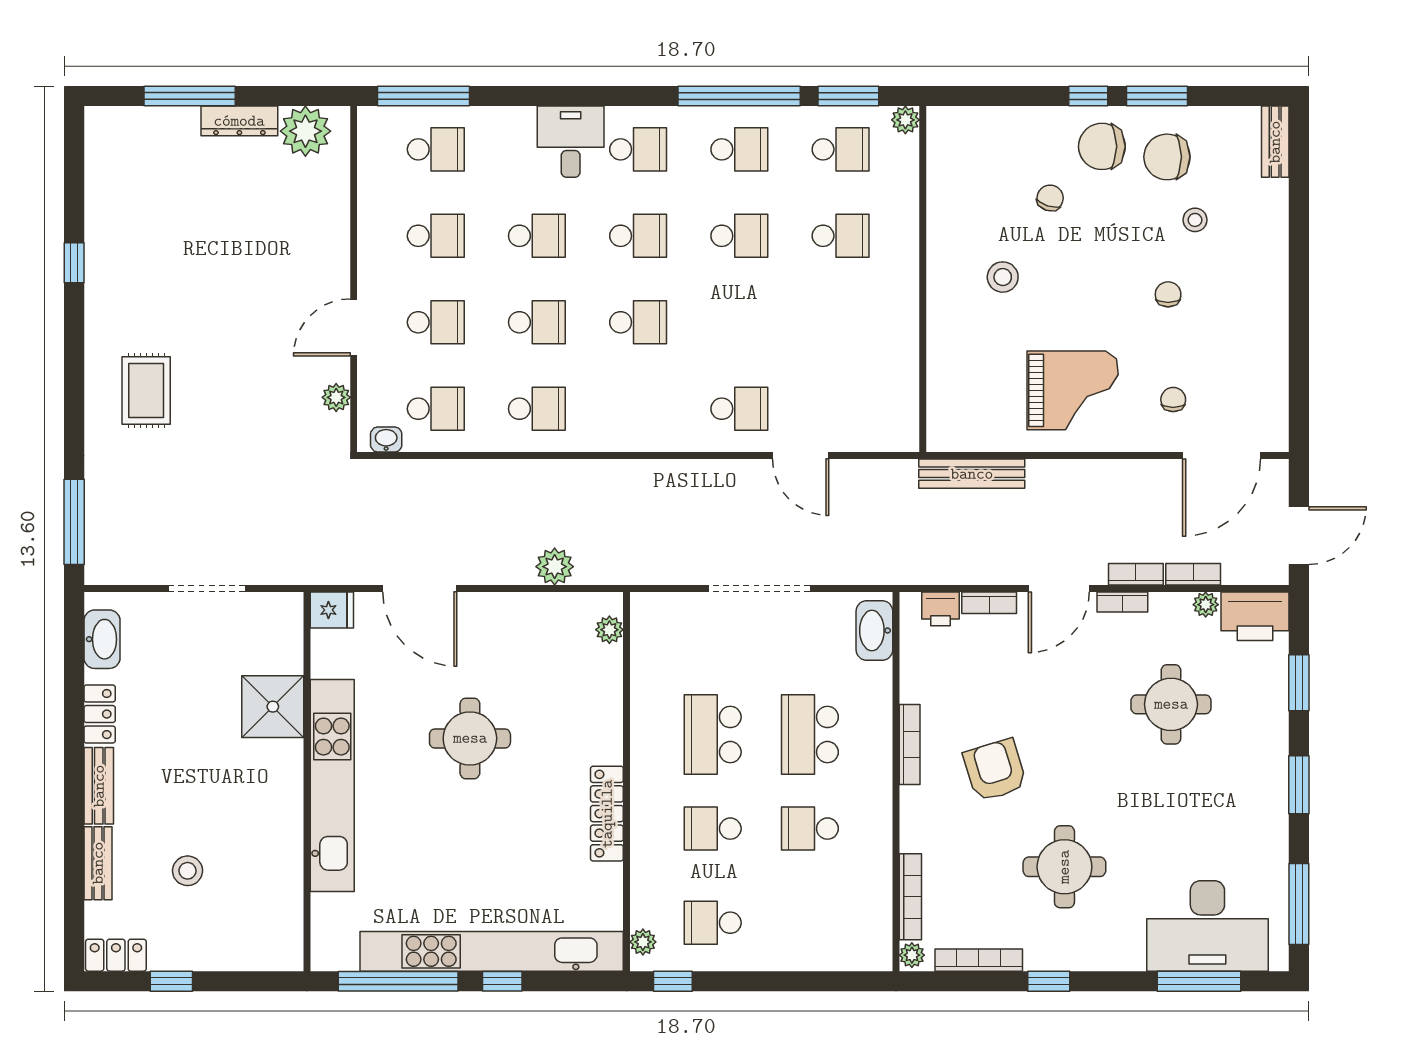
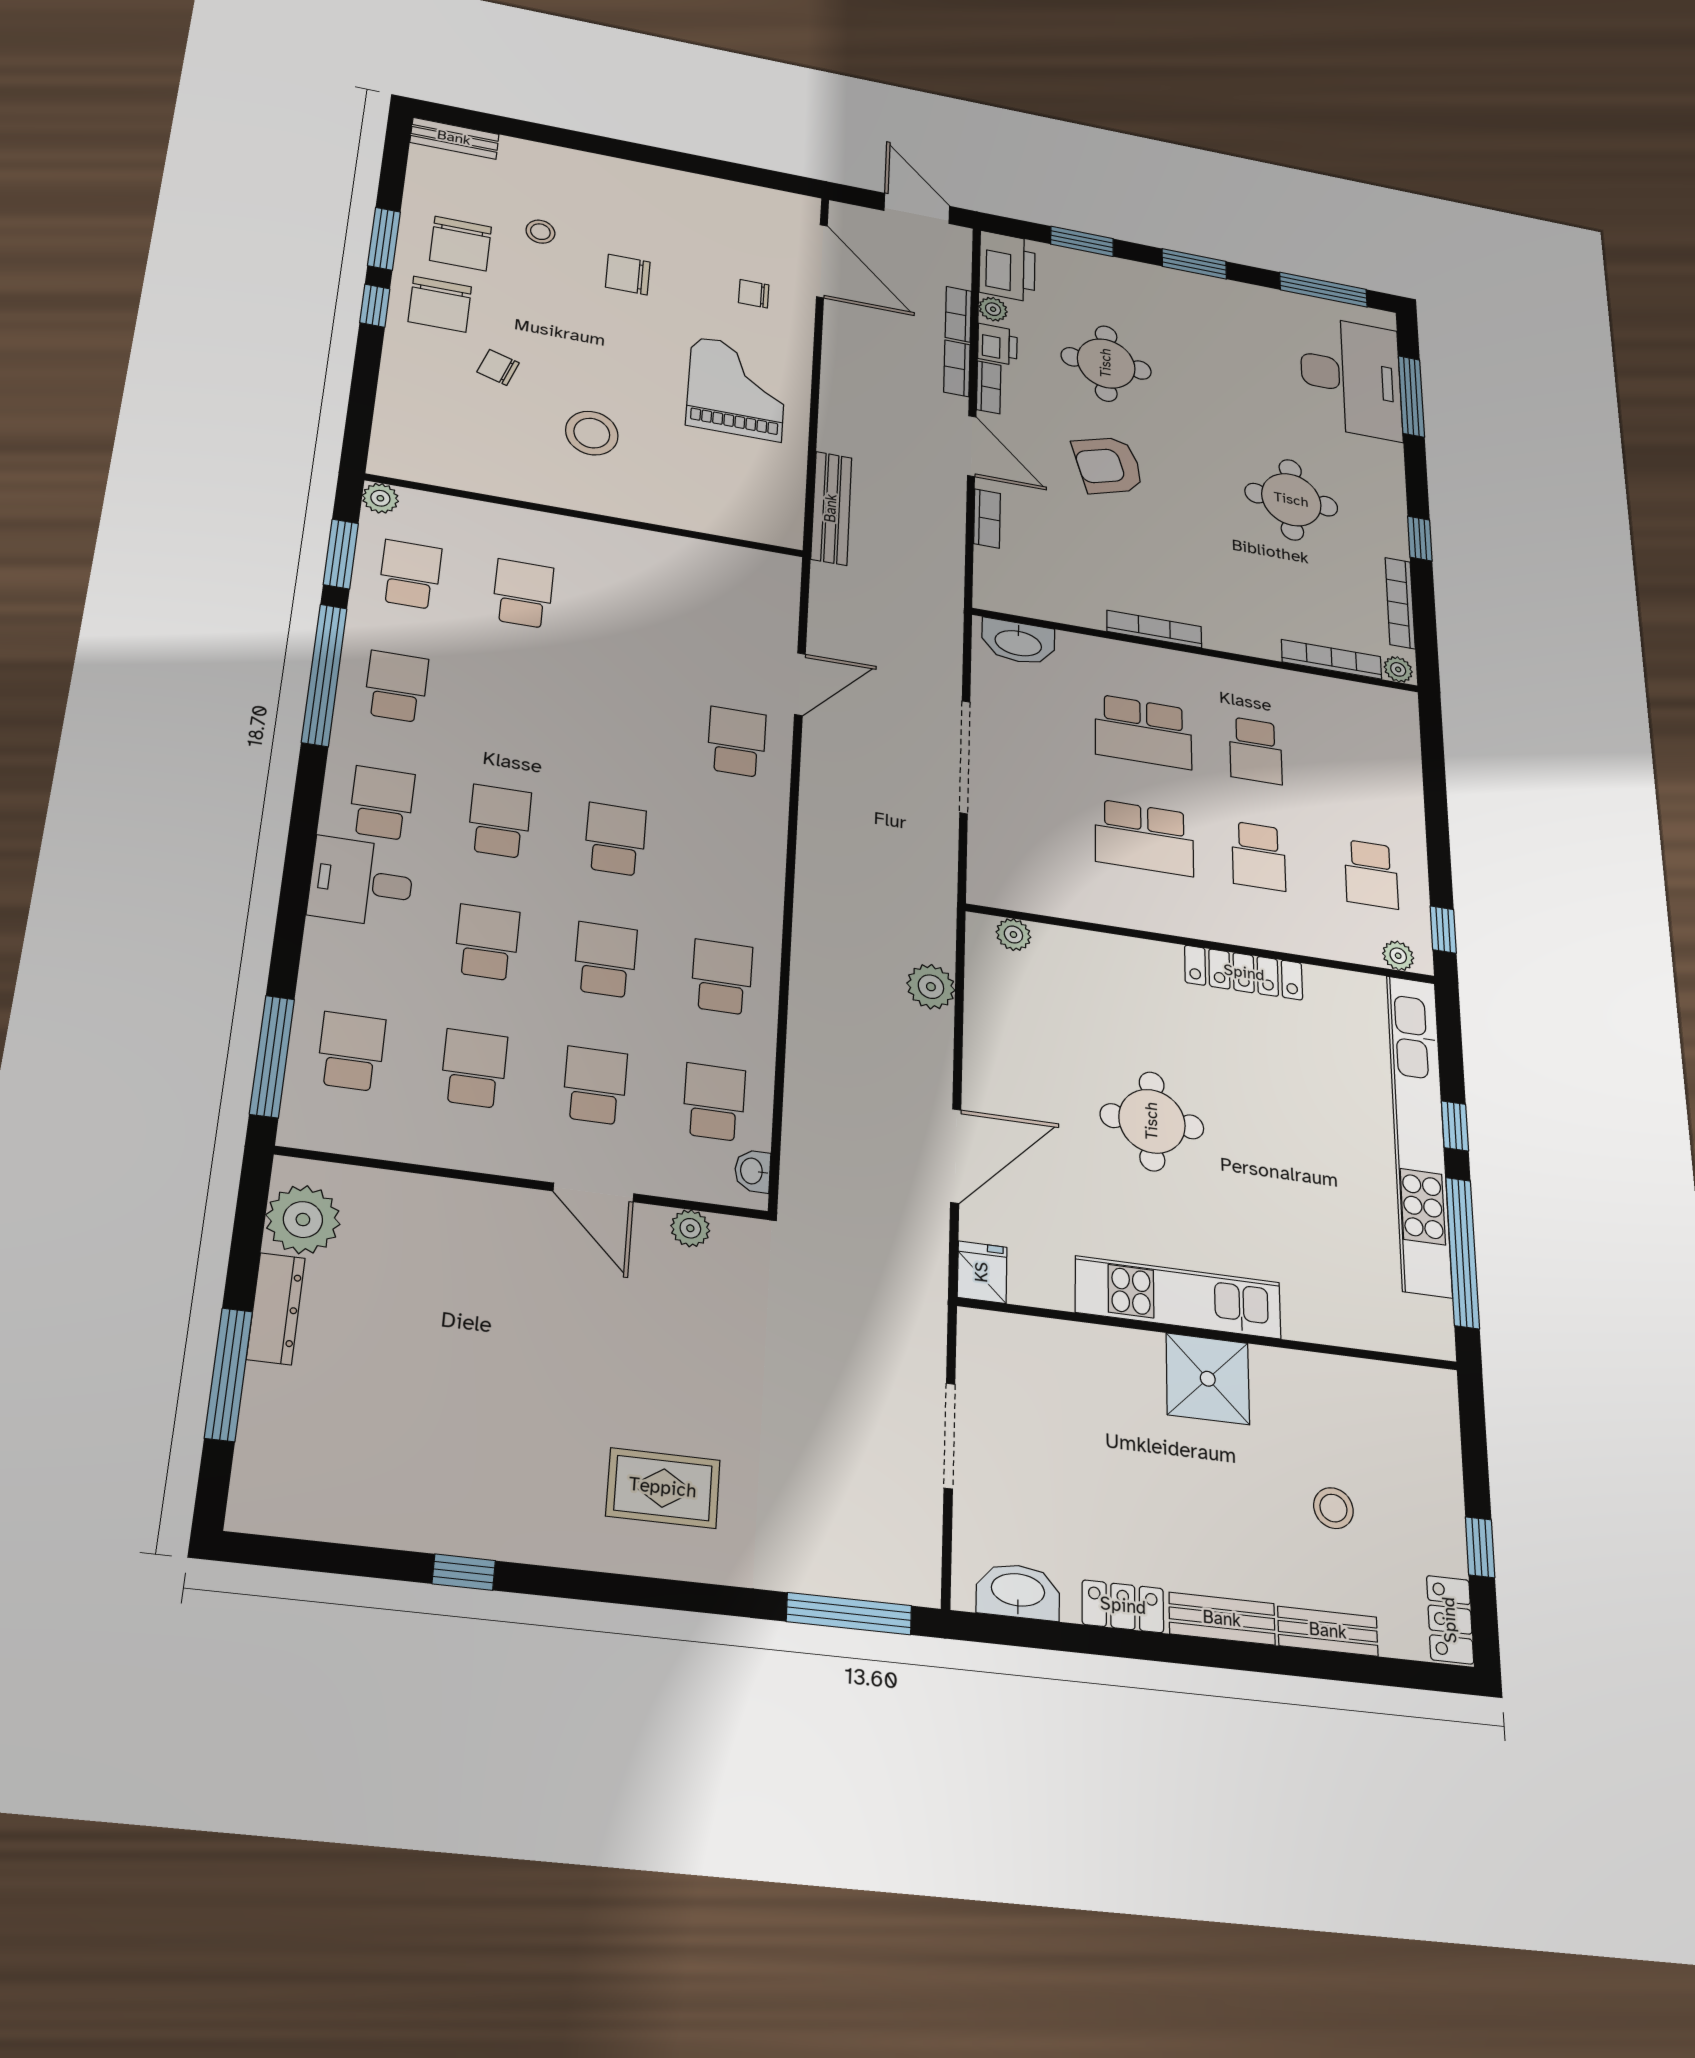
school desk: (739, 236) -> (511, 705), removed
stool: (1003, 277) -> (592, 433), width x1.38, depth x1.38
chair: (1168, 294) -> (628, 275), width x1.37, depth x1.37
printer: (940, 609) -> (997, 344), moved
shower: (273, 707) -> (1208, 1379), moved
armchair: (995, 770) -> (1108, 465), moved
kitchen unit: (332, 785) -> (1178, 1297), width x0.73

